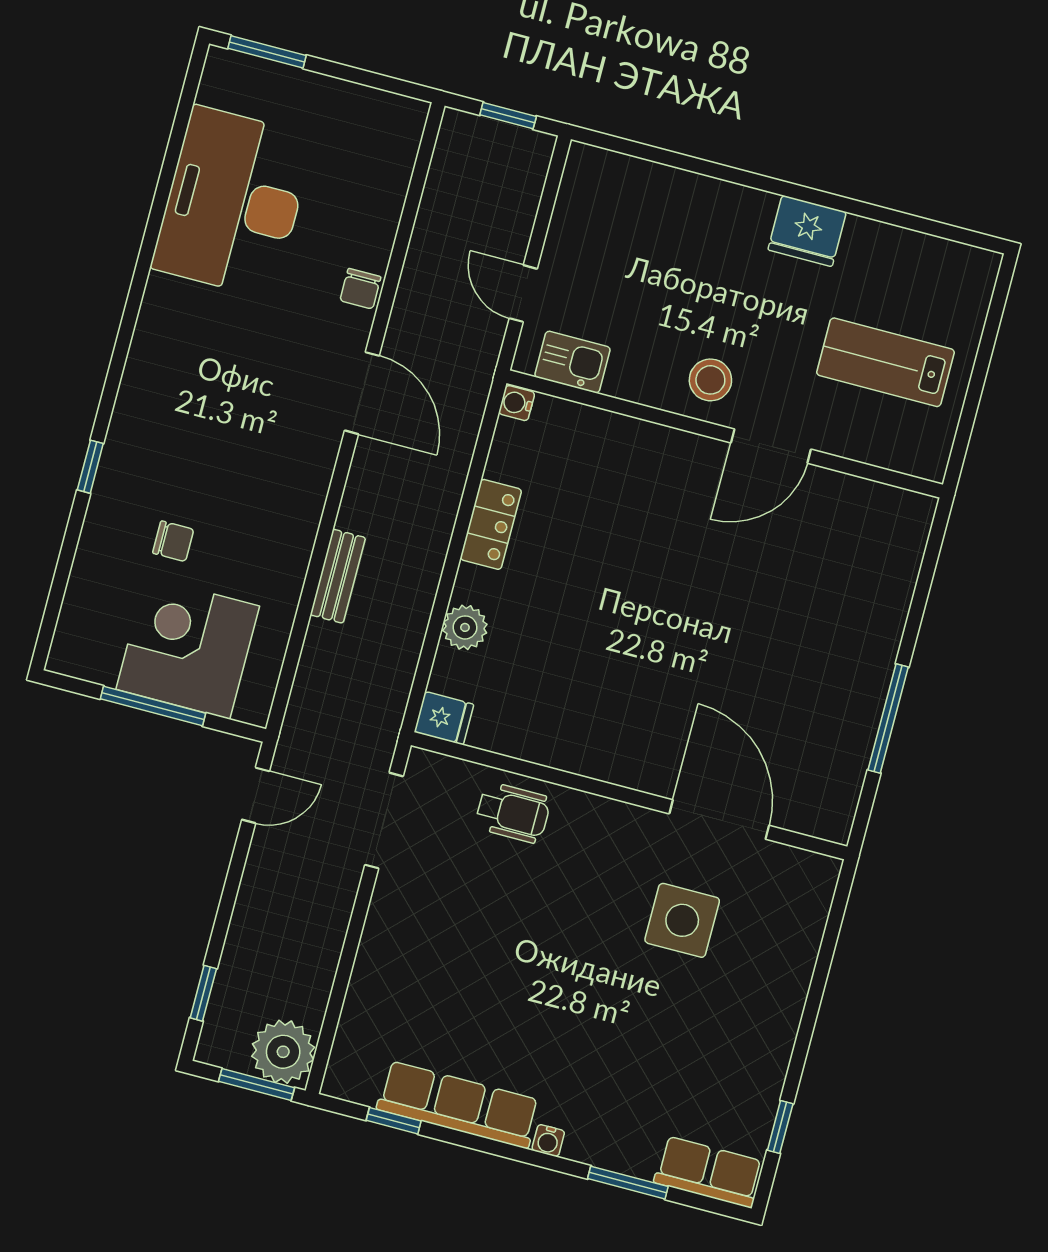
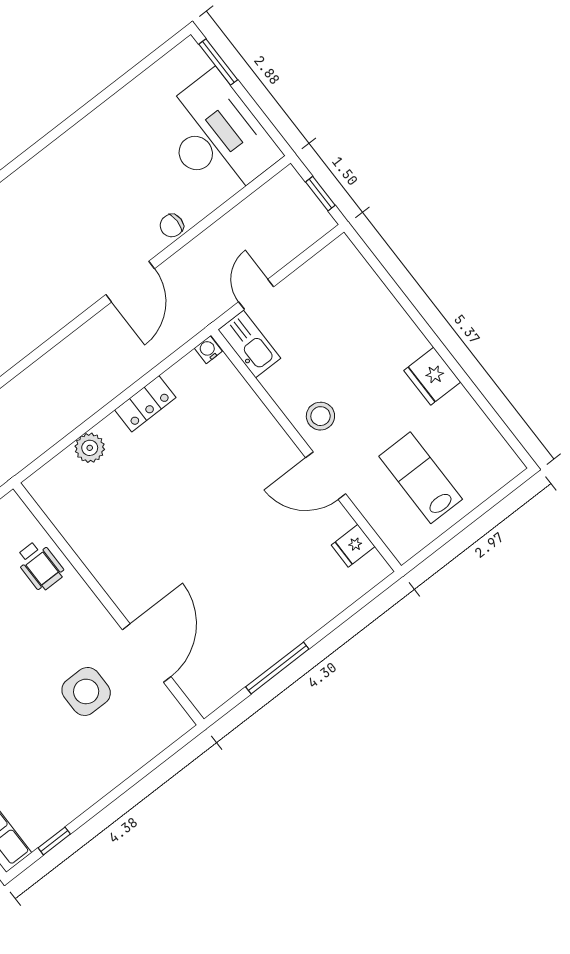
desk: (233, 202) -> (217, 137), moved, turned 90
kitchen sink: (572, 362) -> (249, 344), width x1.38
bench: (338, 576) -> (43, 369), removed
fridge: (444, 718) -> (353, 546), moved, turned 90

